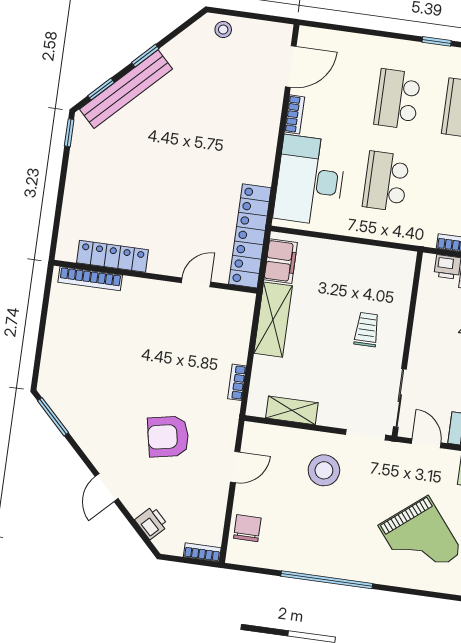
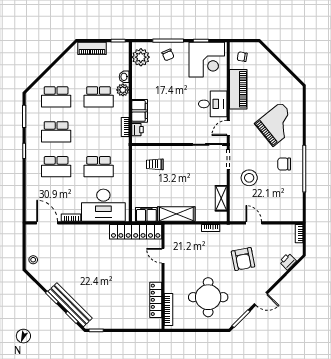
trolley: (367, 330) -> (155, 164), moved
round table: (103, 359) -> (208, 297), added
door: (107, 488) -> (261, 299), moved
chair: (247, 528) -> (284, 164), moved

